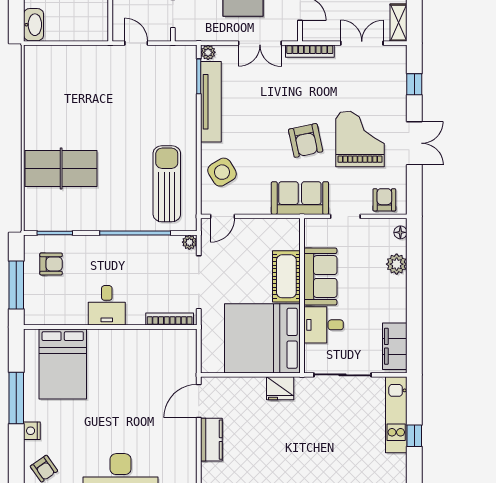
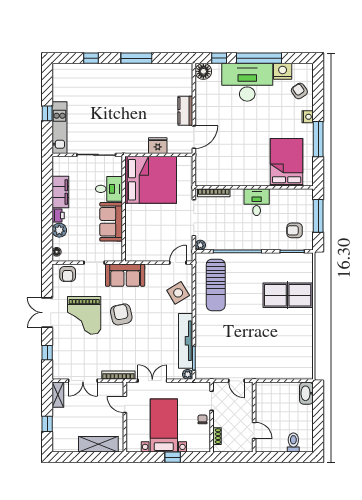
cot: (286, 276) -> (134, 222), removed
printer: (398, 286) -> (58, 216), added
filing cabinet: (395, 346) -> (60, 192), moved
fridge: (280, 388) -> (158, 146), moved

